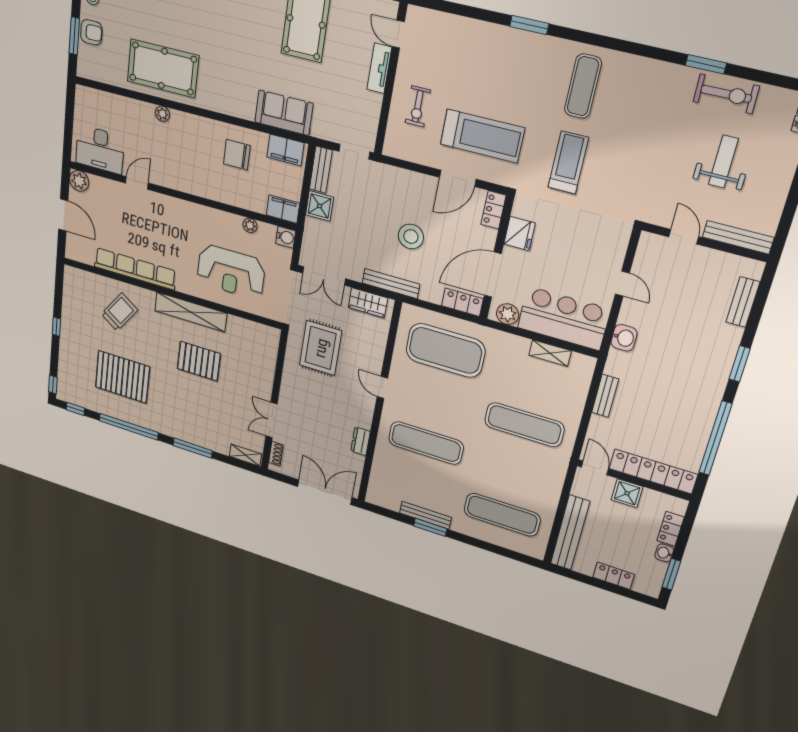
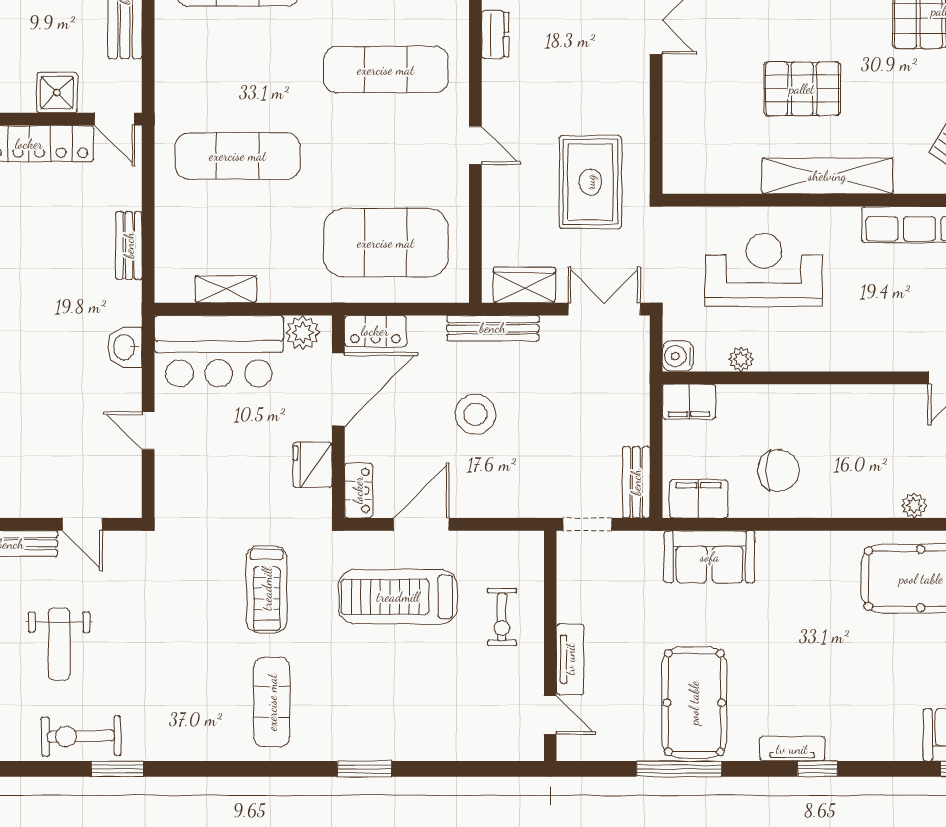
exercise bike: (418, 106) -> (502, 617), turned 180
shower: (320, 206) -> (629, 423), removed

